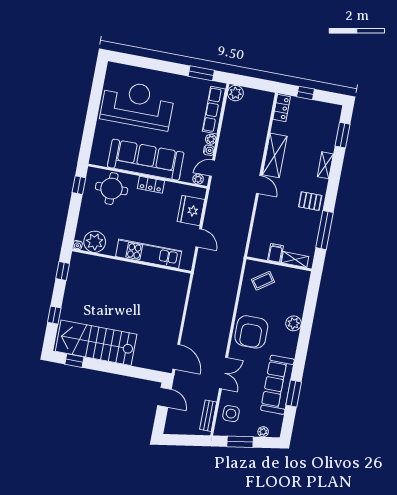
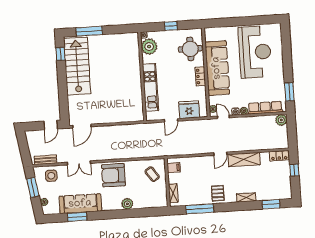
window: (79, 185) -> (171, 26), moved
filing cabinet: (276, 253) -> (174, 168), moved
window: (63, 271) -> (122, 29), removed
window: (54, 315) -> (89, 31), width x2.17

